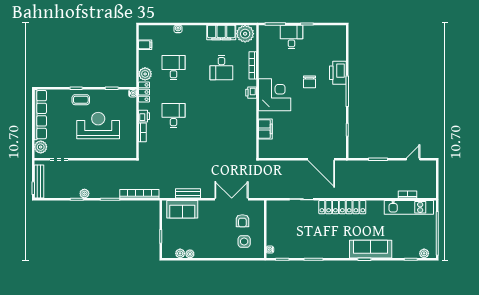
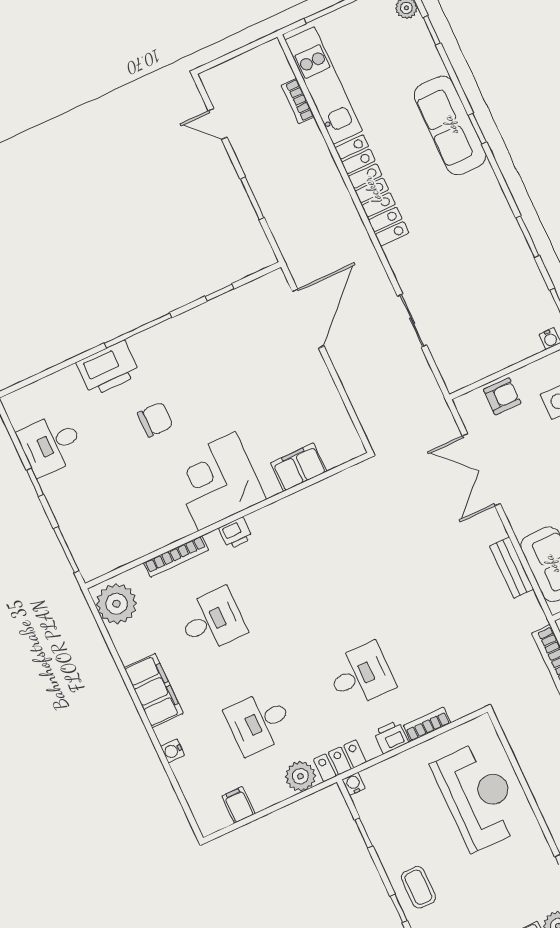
filing cabinet: (221, 32) -> (154, 690), moved
desk: (291, 37) -> (51, 444), moved
desk: (174, 116) -> (361, 675), turned 180
reception desk: (98, 126) -> (478, 796), moved, turned 180
locker: (342, 207) -> (372, 190), moved
armchair: (242, 221) -> (502, 396), moved

